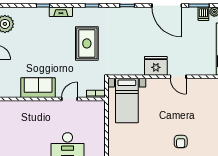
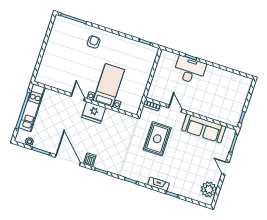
dishwasher: (203, 14) -> (90, 160), moved
rug: (87, 43) -> (157, 139), moved
sofa: (38, 88) -> (204, 128), width x1.36
door: (69, 99) -> (175, 109), swing flipped
bed with nightstands: (127, 100) -> (109, 85), moved

